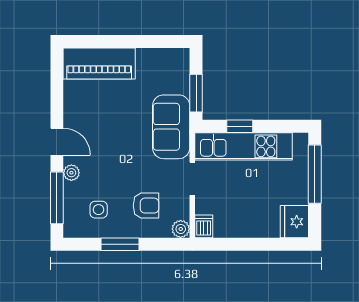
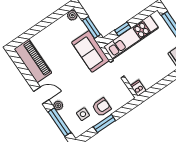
piano: (99, 63) -> (33, 61), moved, turned -90
armchair: (146, 206) -> (102, 107), moved
plant: (181, 229) -> (72, 15), moved

